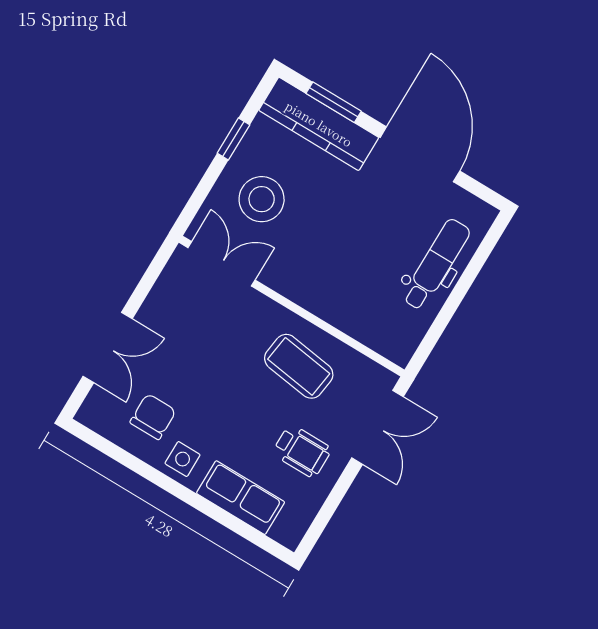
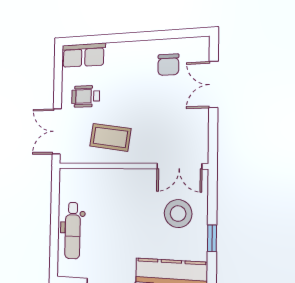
side table: (183, 459) -> (141, 54), removed
row of seats: (241, 498) -> (83, 55), moved

